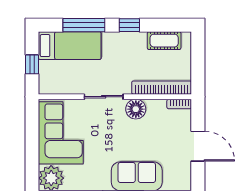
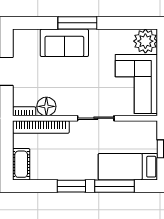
window: (129, 25) -> (71, 186), width x1.50
cot: (164, 41) -> (21, 164), moved, turned 90
floor lamp: (136, 109) -> (46, 106), moved

